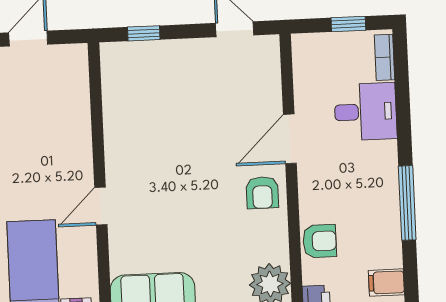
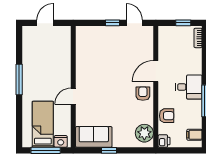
window: (144, 33) -> (112, 23), moved
desk: (365, 112) -> (189, 87), moved
armchair: (262, 193) -> (143, 94), turned 180

